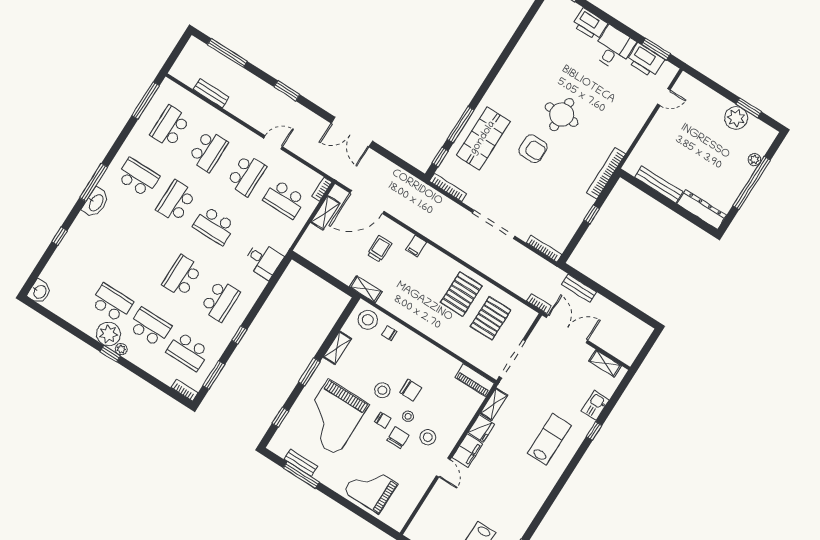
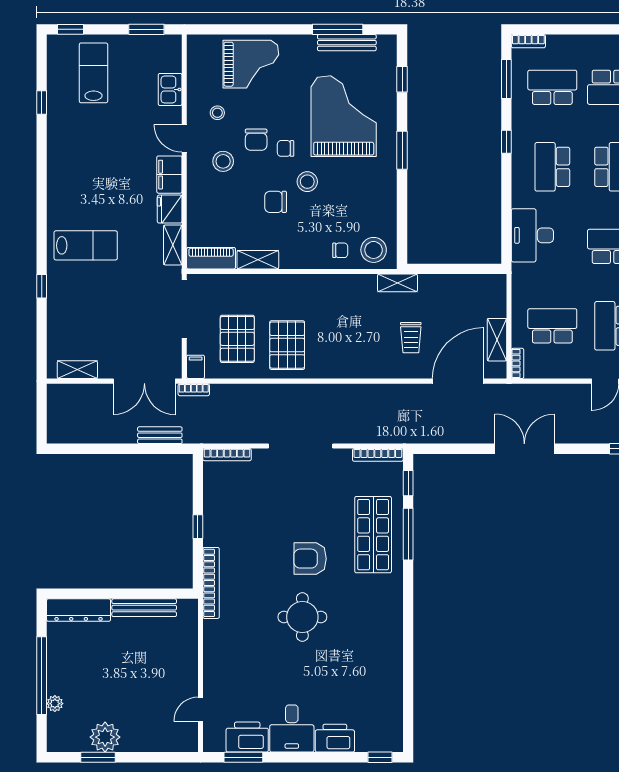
filing cabinet: (416, 246) -> (196, 367), moved
desk: (263, 260) -> (532, 235), width x1.37
shelving: (337, 348) -> (258, 260), moved, turned 90
kitchen sink: (595, 406) -> (170, 89), moved, turned 180
stool: (408, 416) -> (217, 113), moved
lab bench: (549, 439) -> (86, 245), turned -90
bench: (301, 463) -> (347, 43), width x1.36

